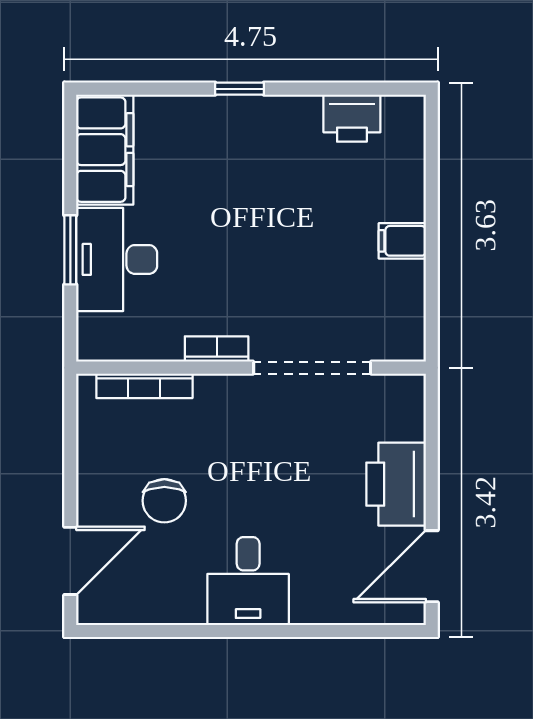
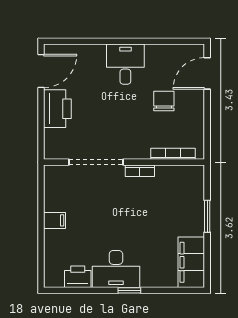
desk: (117, 259) -> (116, 269), moved, turned 90

